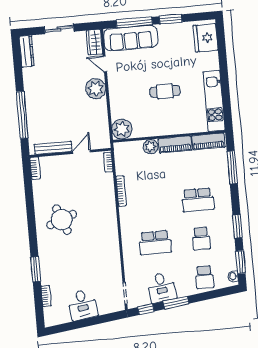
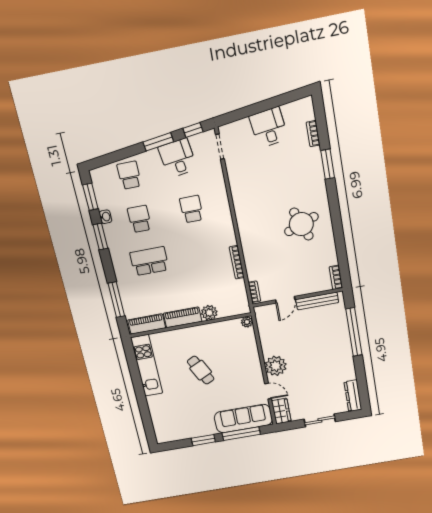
fridge: (206, 38) -> (165, 426), removed
cafe table: (165, 91) -> (201, 370), turned 64
plant: (122, 129) -> (247, 322), width x0.53, depth x0.53
school desk: (155, 242) -> (191, 209), width x0.54
washbasin: (233, 276) -> (105, 217), moved

